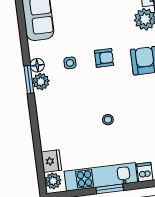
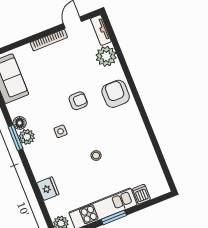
side table: (70, 63) -> (61, 131), moved
fridge: (51, 161) -> (48, 189), moved

